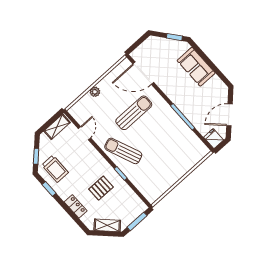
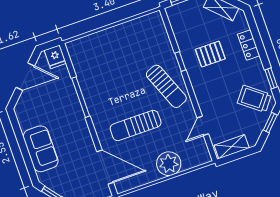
plant: (95, 92) -> (169, 164), width x1.87, depth x1.87
trolley: (55, 169) -> (254, 99), turned -52

